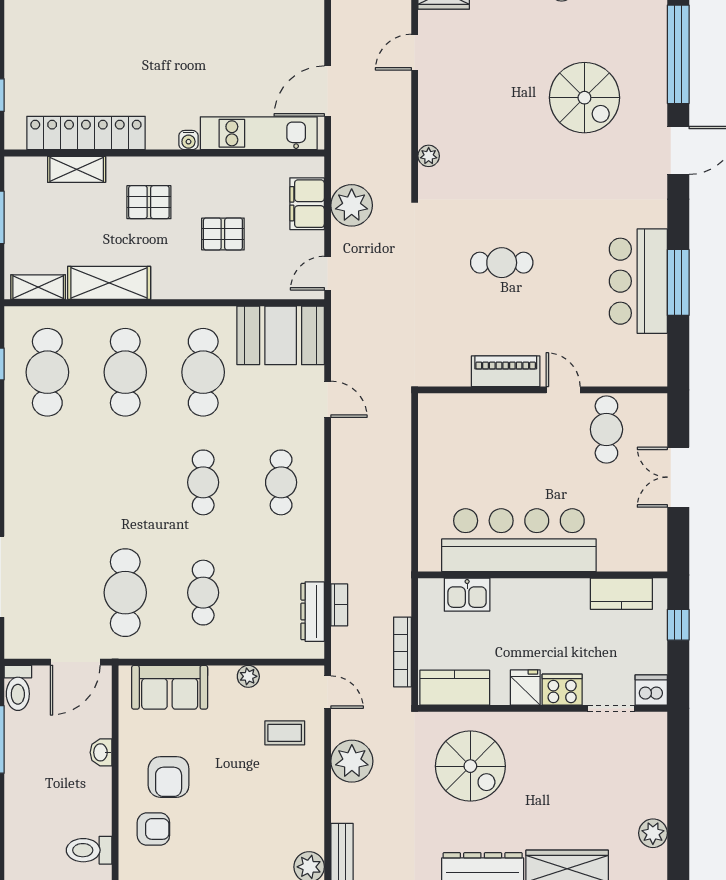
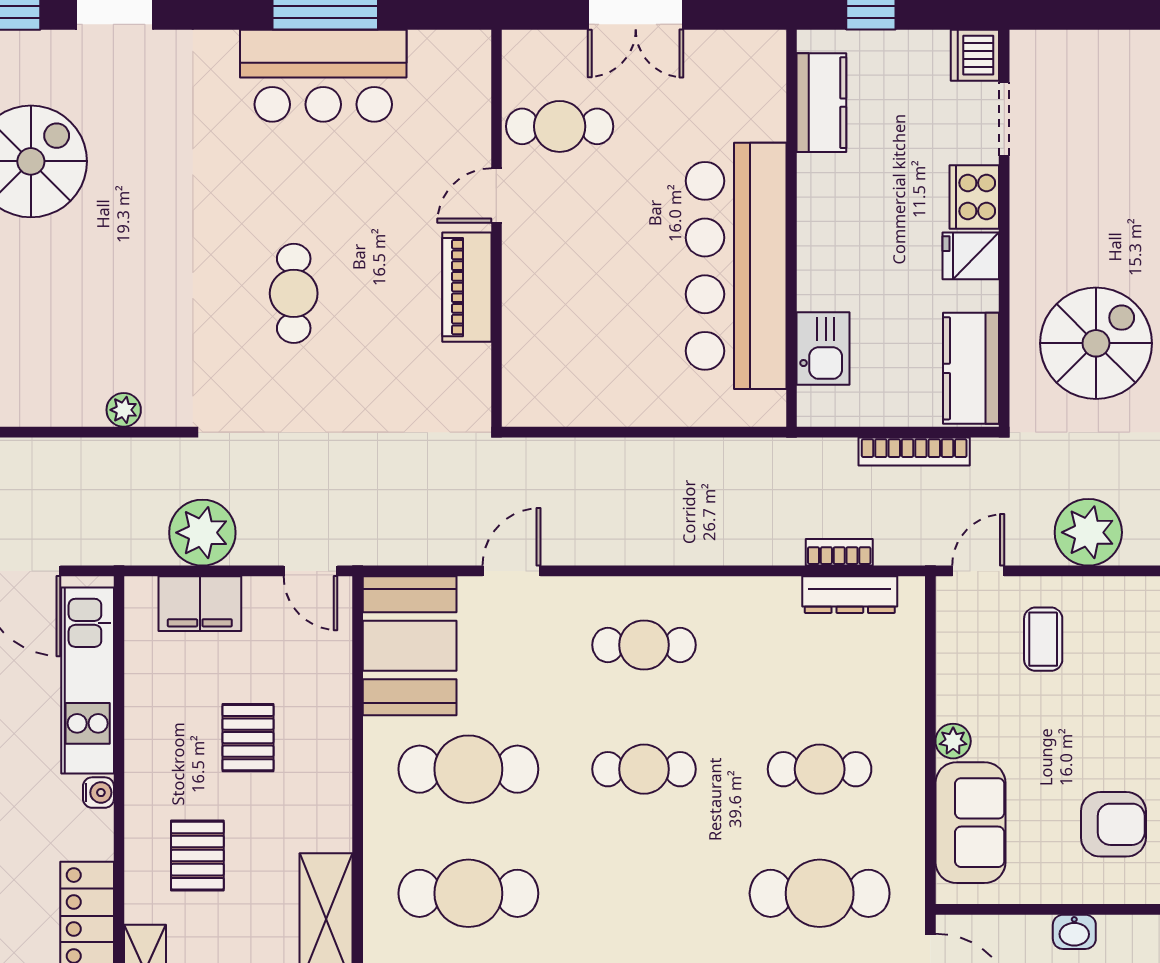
plant: (248, 676) -> (953, 741), moved

